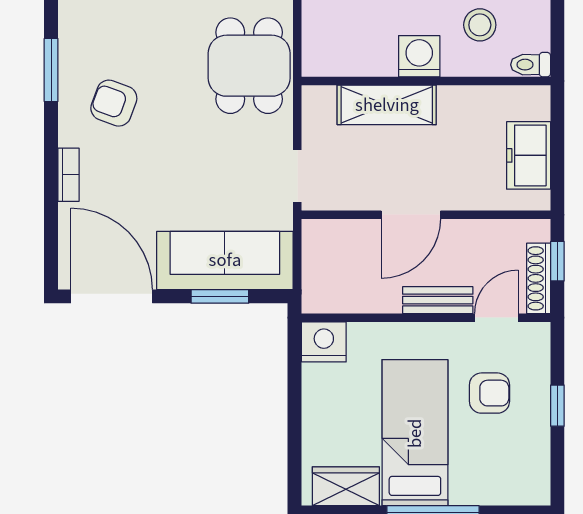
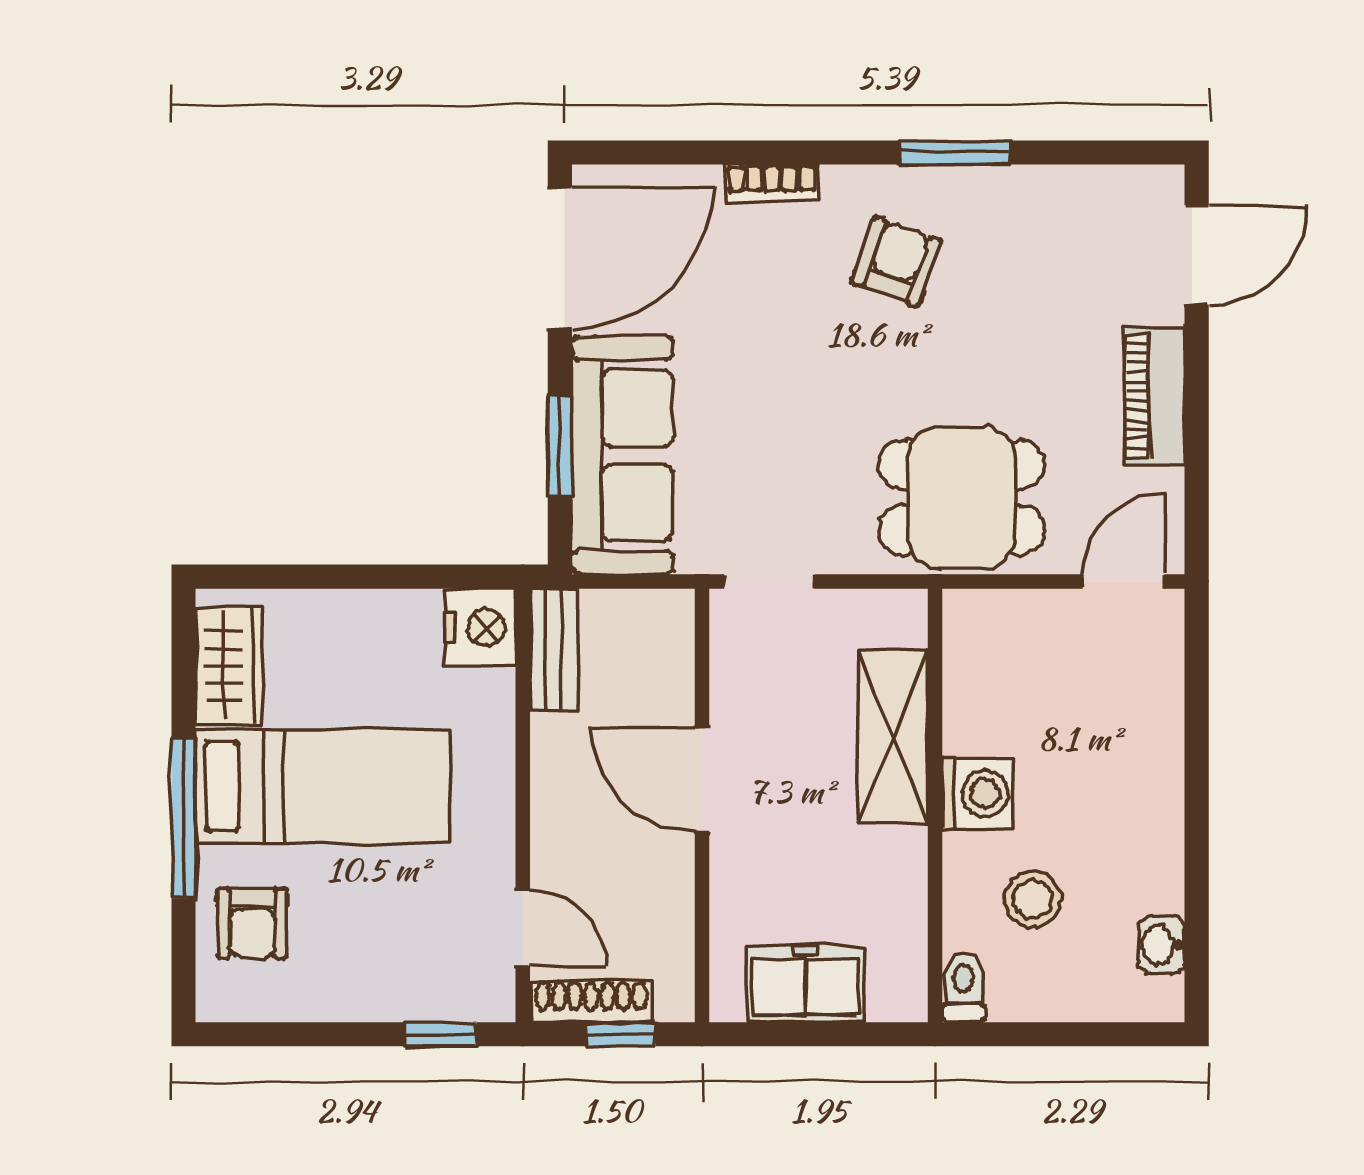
bench: (438, 300) -> (553, 650), moved
armchair: (489, 393) -> (252, 923), moved
window: (557, 406) -> (441, 1034), moved

